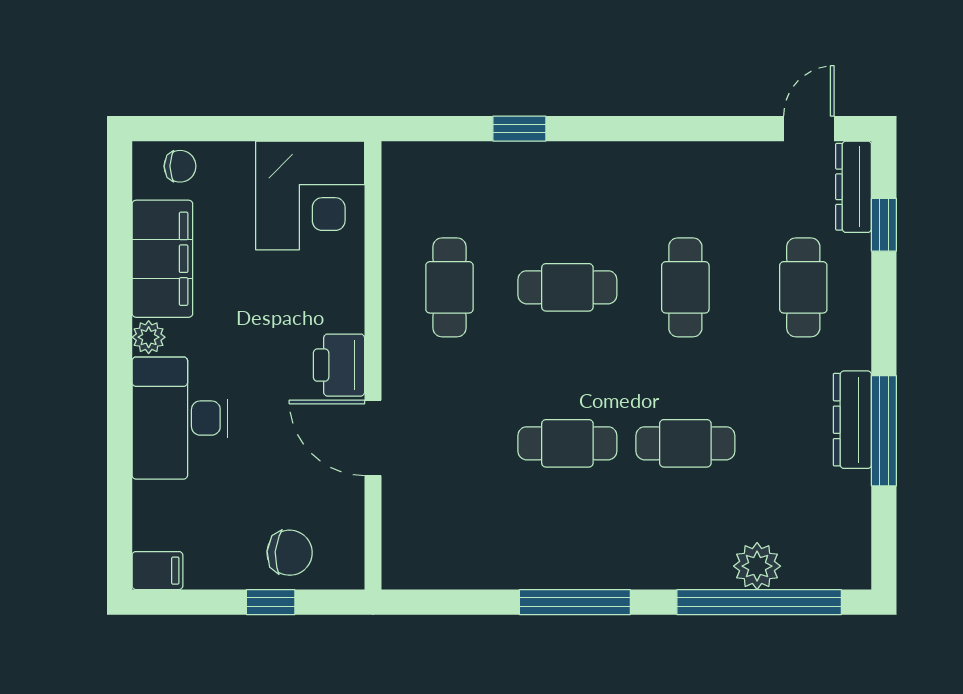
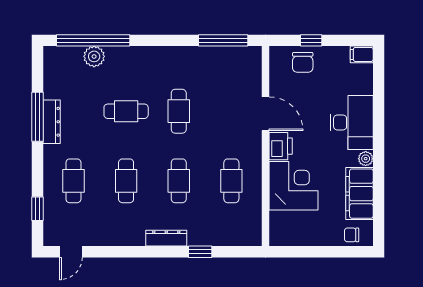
dresser: (854, 187) -> (166, 238), moved, turned -90
corner desk: (310, 195) -> (294, 186), moved, turned 90
cafe table: (567, 287) -> (179, 181), turned 90
cafe table: (567, 443) -> (179, 111), turned 90
chair: (290, 553) -> (303, 62), turned -94
window: (575, 602) -> (223, 40), moved

